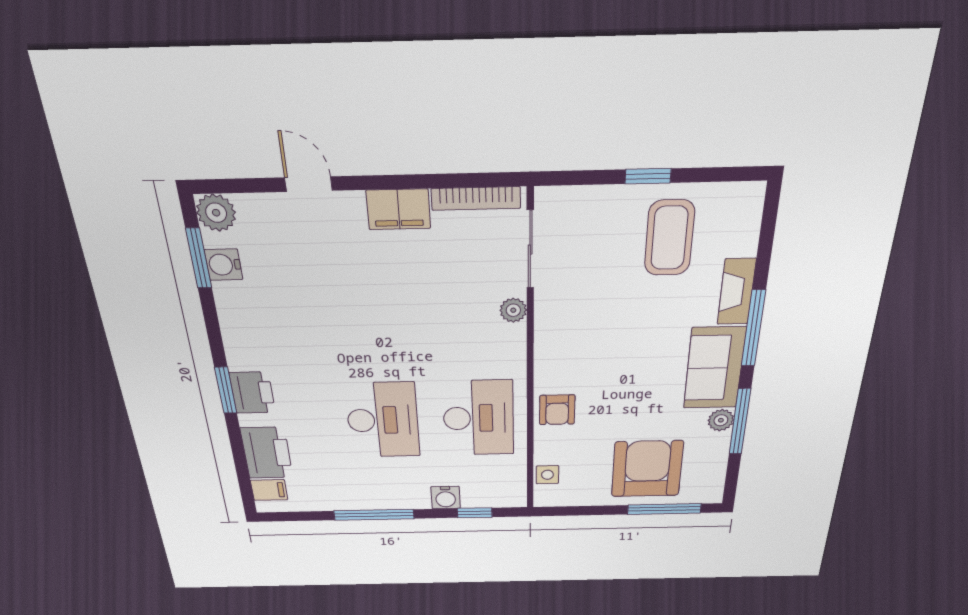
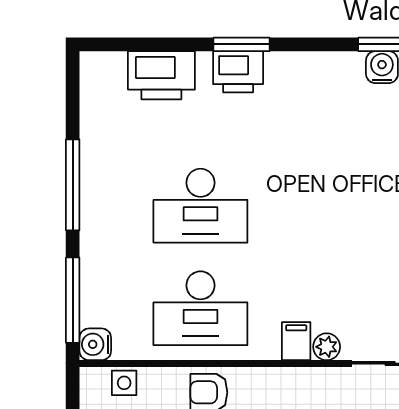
filing cabinet: (269, 490) -> (296, 341), moved, turned 180
water cooler: (446, 498) -> (95, 344), moved
window: (475, 513) -> (73, 300), width x2.17

